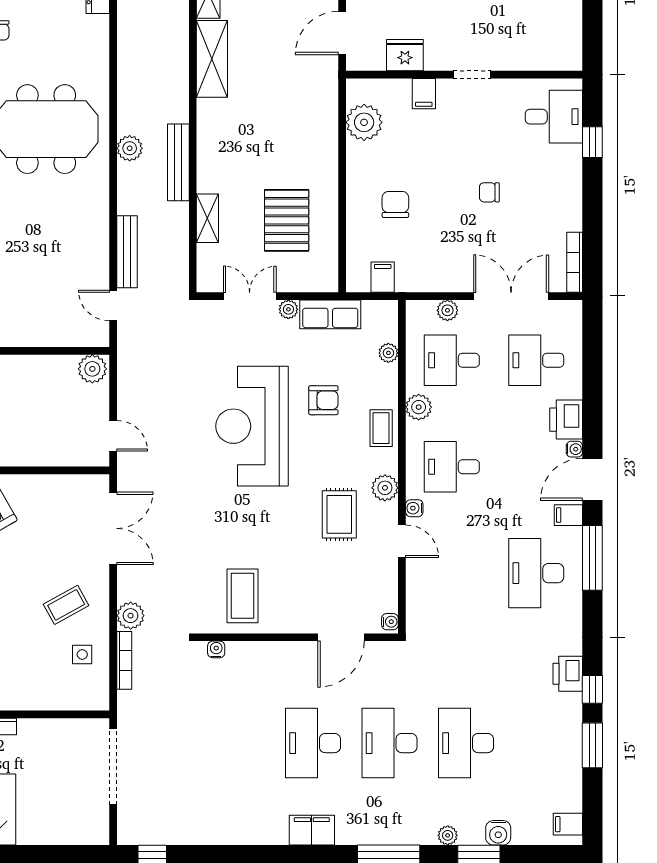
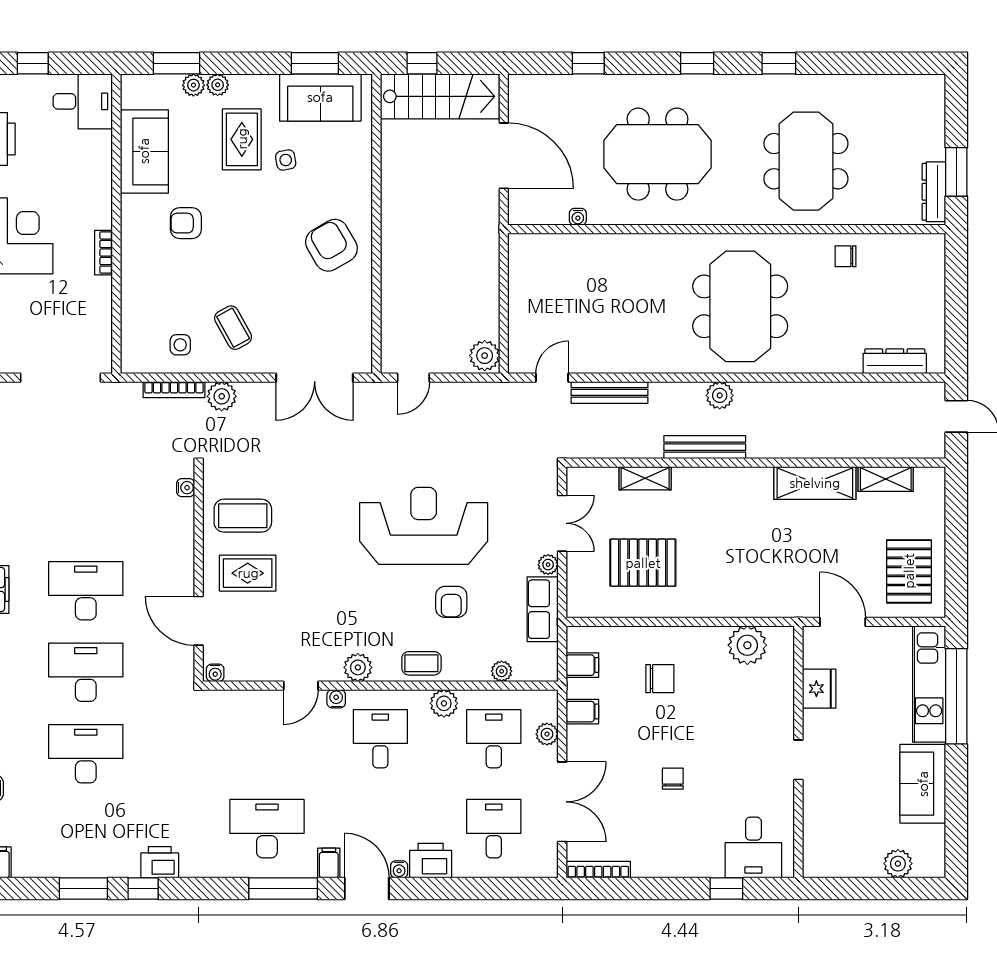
filing cabinet: (424, 94) -> (582, 712), moved, turned 180
rug: (339, 514) -> (248, 573), moved

